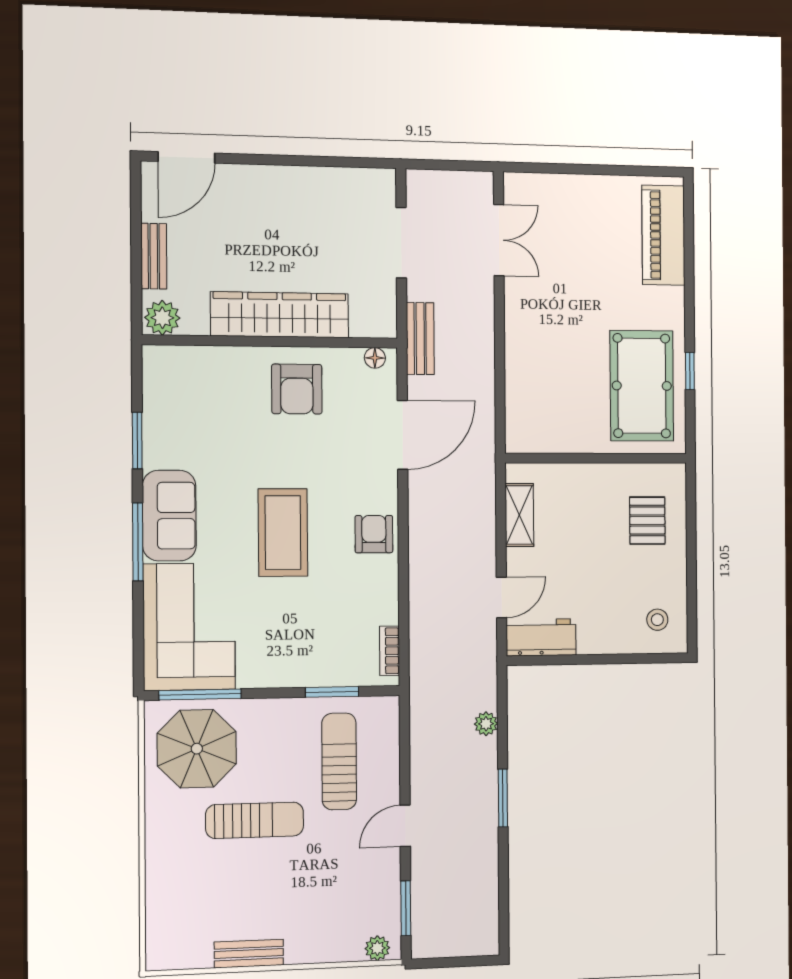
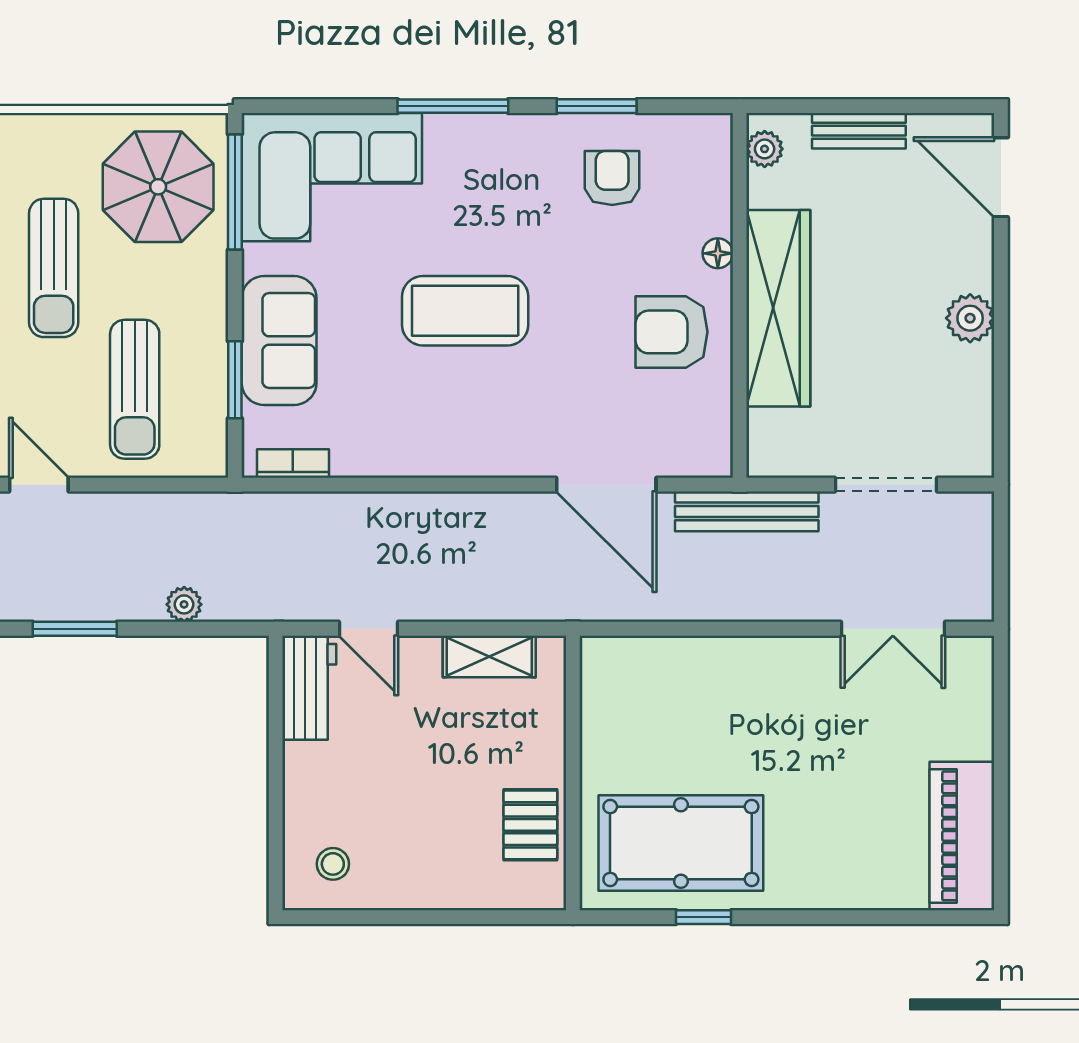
plant: (286, 182) -> (970, 318), added
piano: (663, 235) -> (962, 836), moved, turned -90
plant: (162, 318) -> (765, 149), width x0.73, depth x0.73
bench: (420, 339) -> (747, 511), width x1.36
floor lamp: (375, 358) -> (718, 253), moved
sofa: (169, 516) -> (279, 340), moved, turned -90
pallet: (647, 521) -> (530, 825), moved, turned 90
armchair: (374, 534) -> (612, 178), moved, turned -90
sun lounger: (339, 761) -> (135, 389), turned 90

